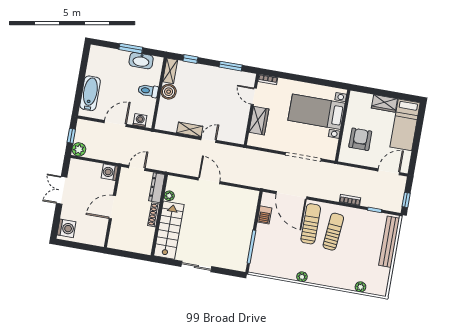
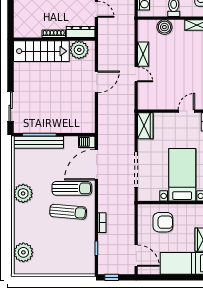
boiler: (169, 92) -> (164, 27), moved
wardrobe: (259, 121) -> (145, 126), moved, turned -90
plant: (169, 196) -> (79, 50), width x1.88, depth x1.88
barbecue: (265, 215) -> (87, 142), moved
bench: (389, 242) -> (39, 142), moved
sliding door: (196, 267) -> (11, 107), moved
plant: (302, 277) -> (23, 193), width x1.87, depth x1.87
plant: (360, 287) -> (23, 252), width x1.87, depth x1.87

